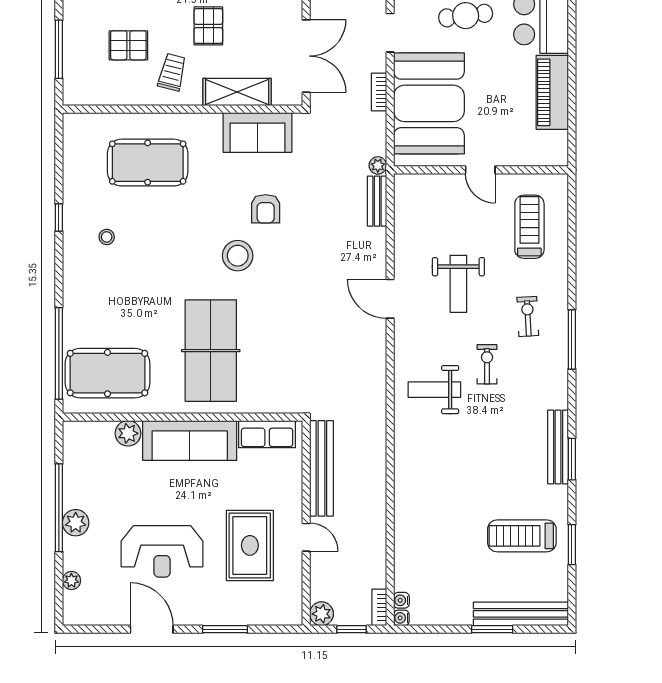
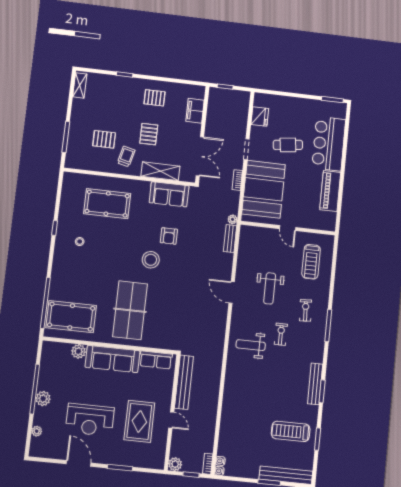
treadmill: (529, 227) -> (311, 262), turned 180

